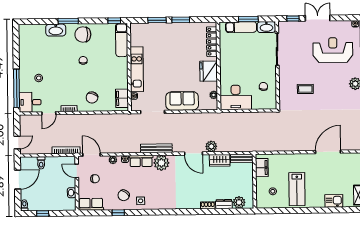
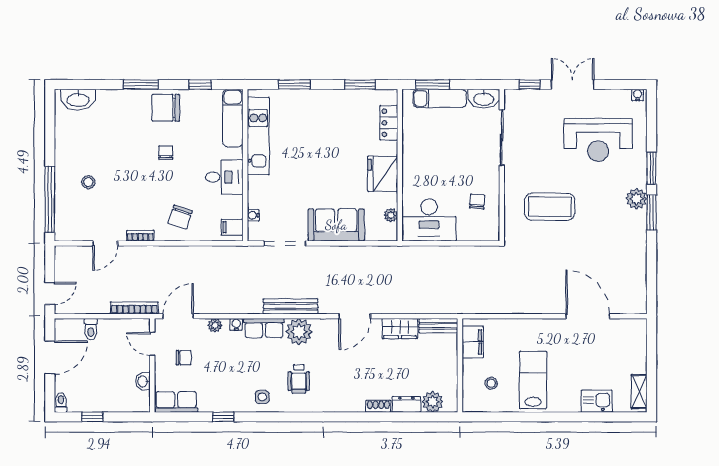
window: (248, 19) -> (433, 85), moved
window: (181, 20) -> (360, 85), moved
window: (114, 21) -> (200, 85), moved
washbasin: (56, 30) -> (78, 100), moved
locker: (212, 42) -> (389, 123), width x0.66
reception desk: (333, 50) -> (598, 140), turned 180
kitchen unit: (137, 69) -> (258, 136), moved
coffee table: (305, 89) -> (550, 207), width x1.86, depth x1.72
filing cabinet: (122, 98) -> (232, 227), width x0.50
desk: (30, 102) -> (224, 177), moved, turned 180
plant: (211, 146) -> (386, 304), removed
door: (328, 152) -> (588, 316), hinge flipped
door: (193, 154) -> (355, 316), hinge flipped
door: (92, 155) -> (178, 316), hinge flipped
lab bench: (297, 189) -> (533, 380), turned 180
wheelchair: (162, 190) -> (299, 379), added
chair: (124, 195) -> (233, 387), removed

